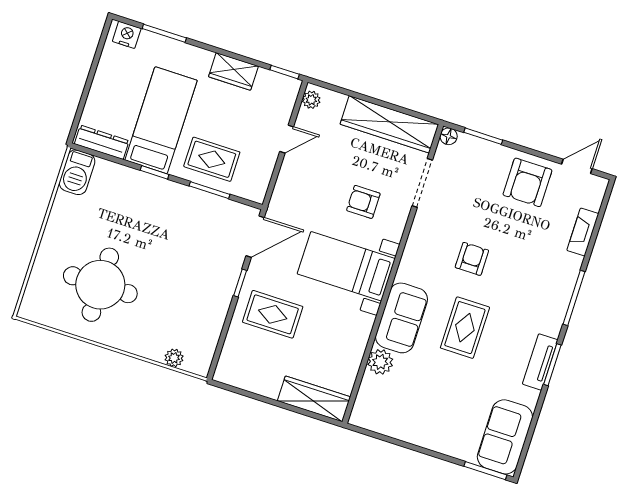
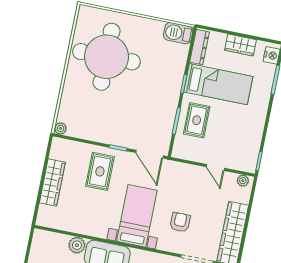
wardrobe: (233, 71) -> (240, 45), moved, turned -90
round table: (100, 285) -> (106, 57), width x1.36, depth x1.36
plant: (174, 358) -> (61, 128), moved
wardrobe: (314, 399) -> (52, 182), moved

